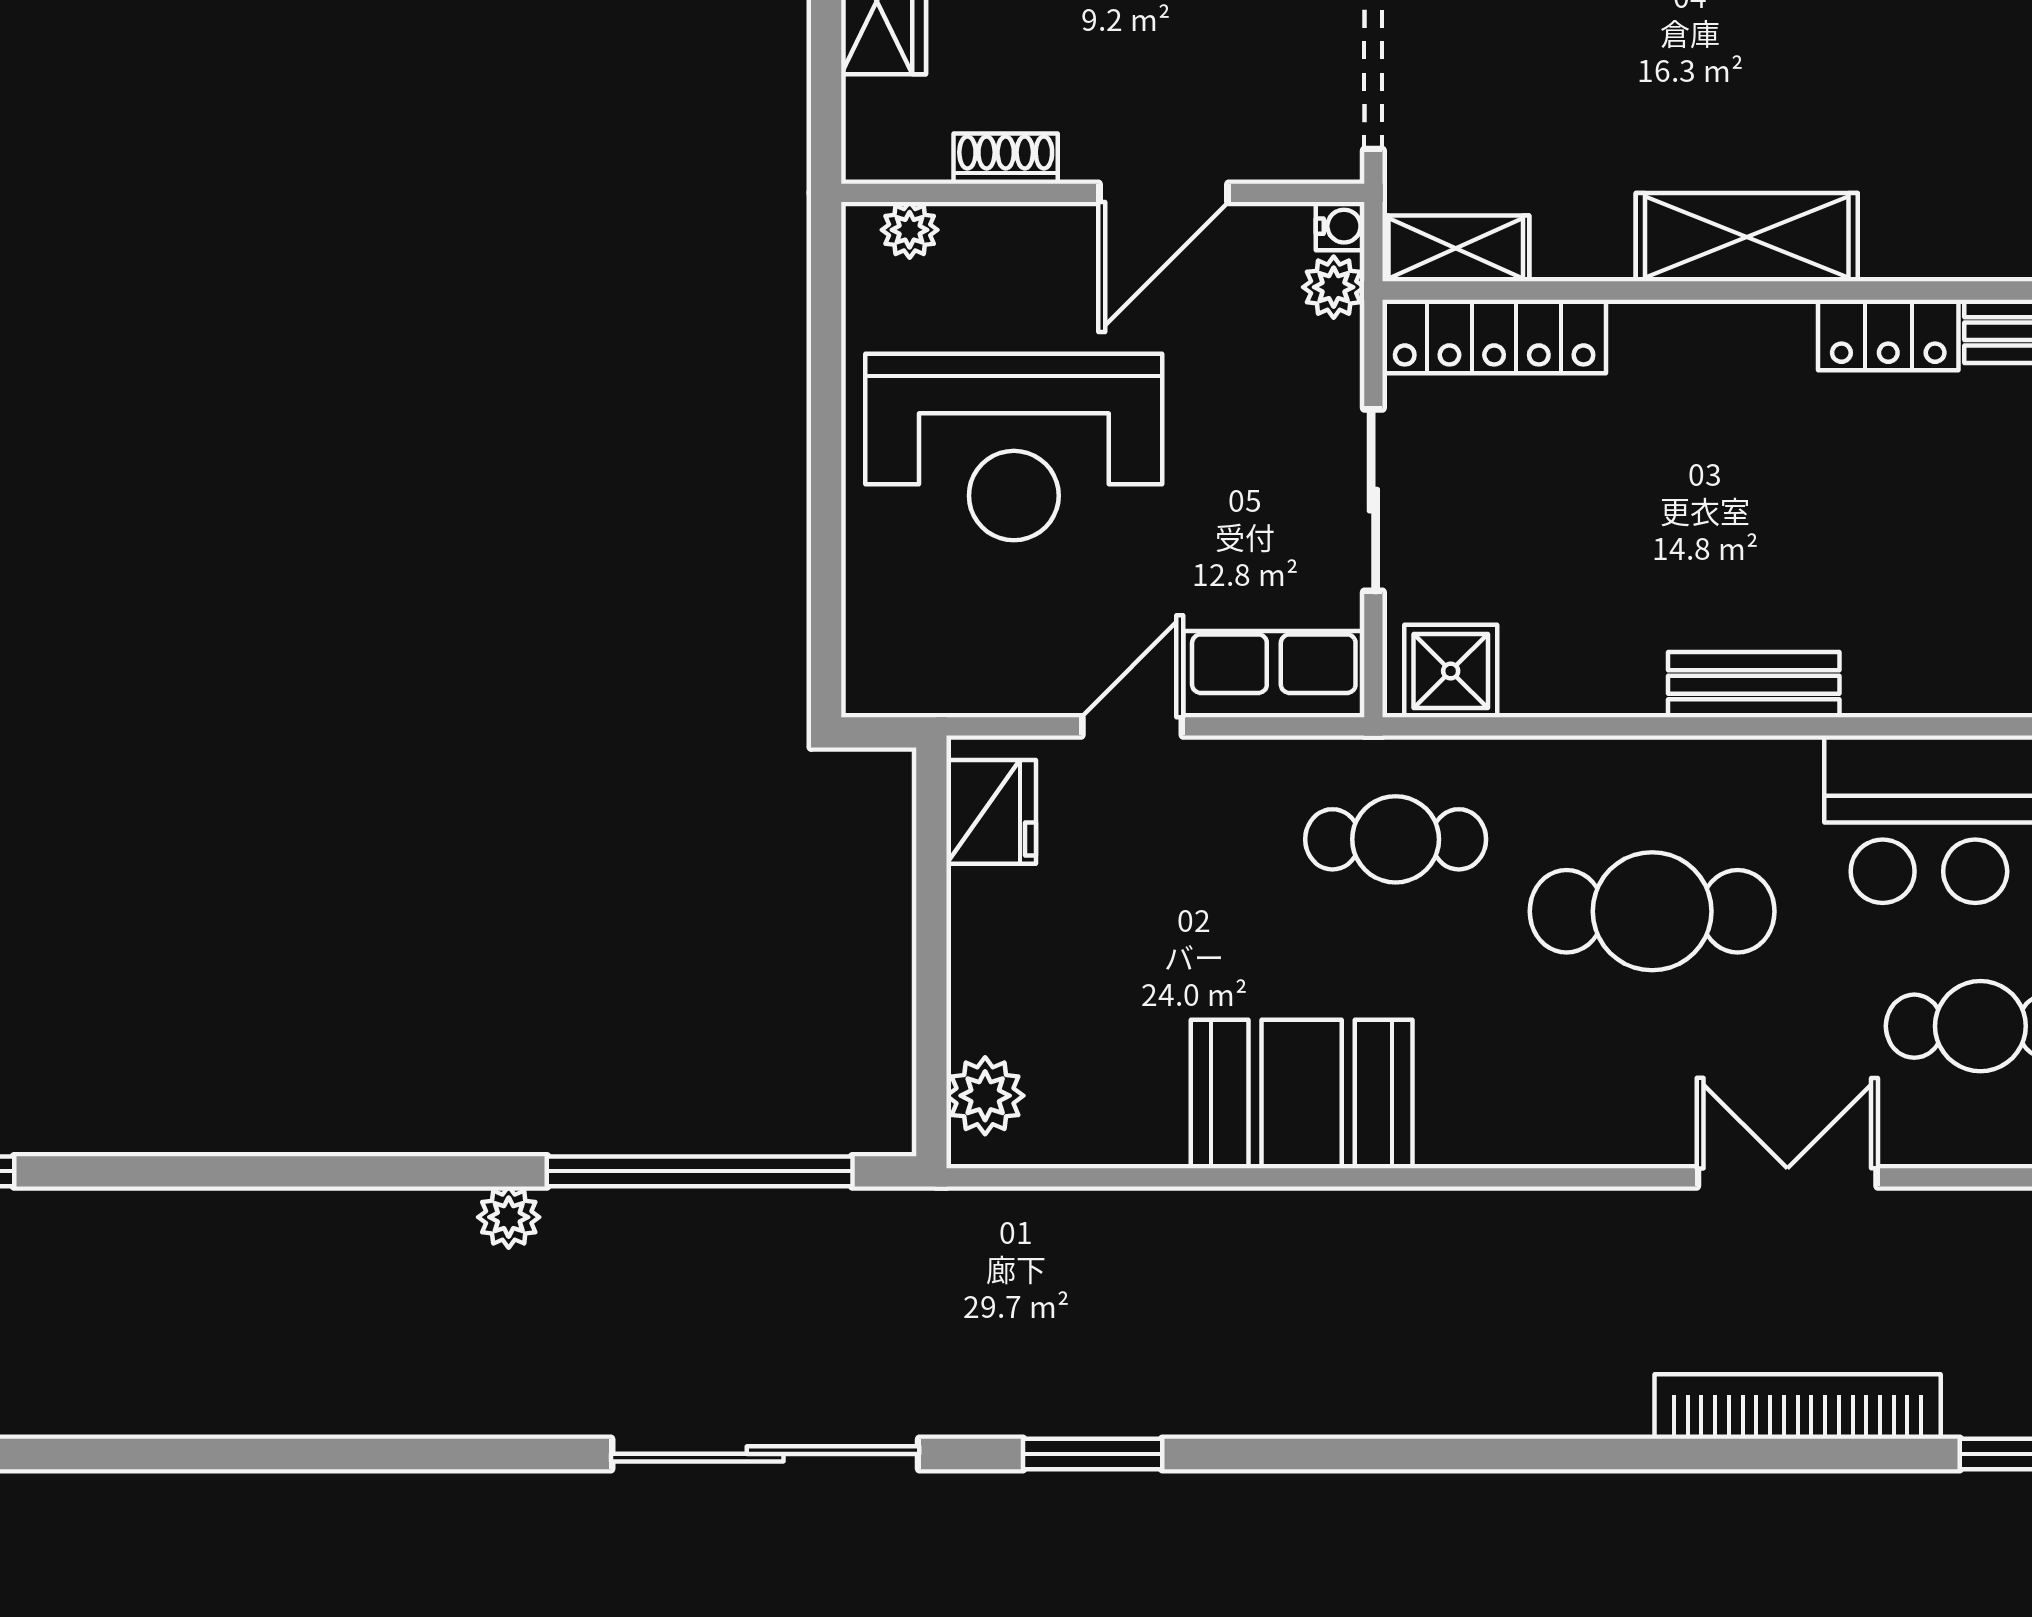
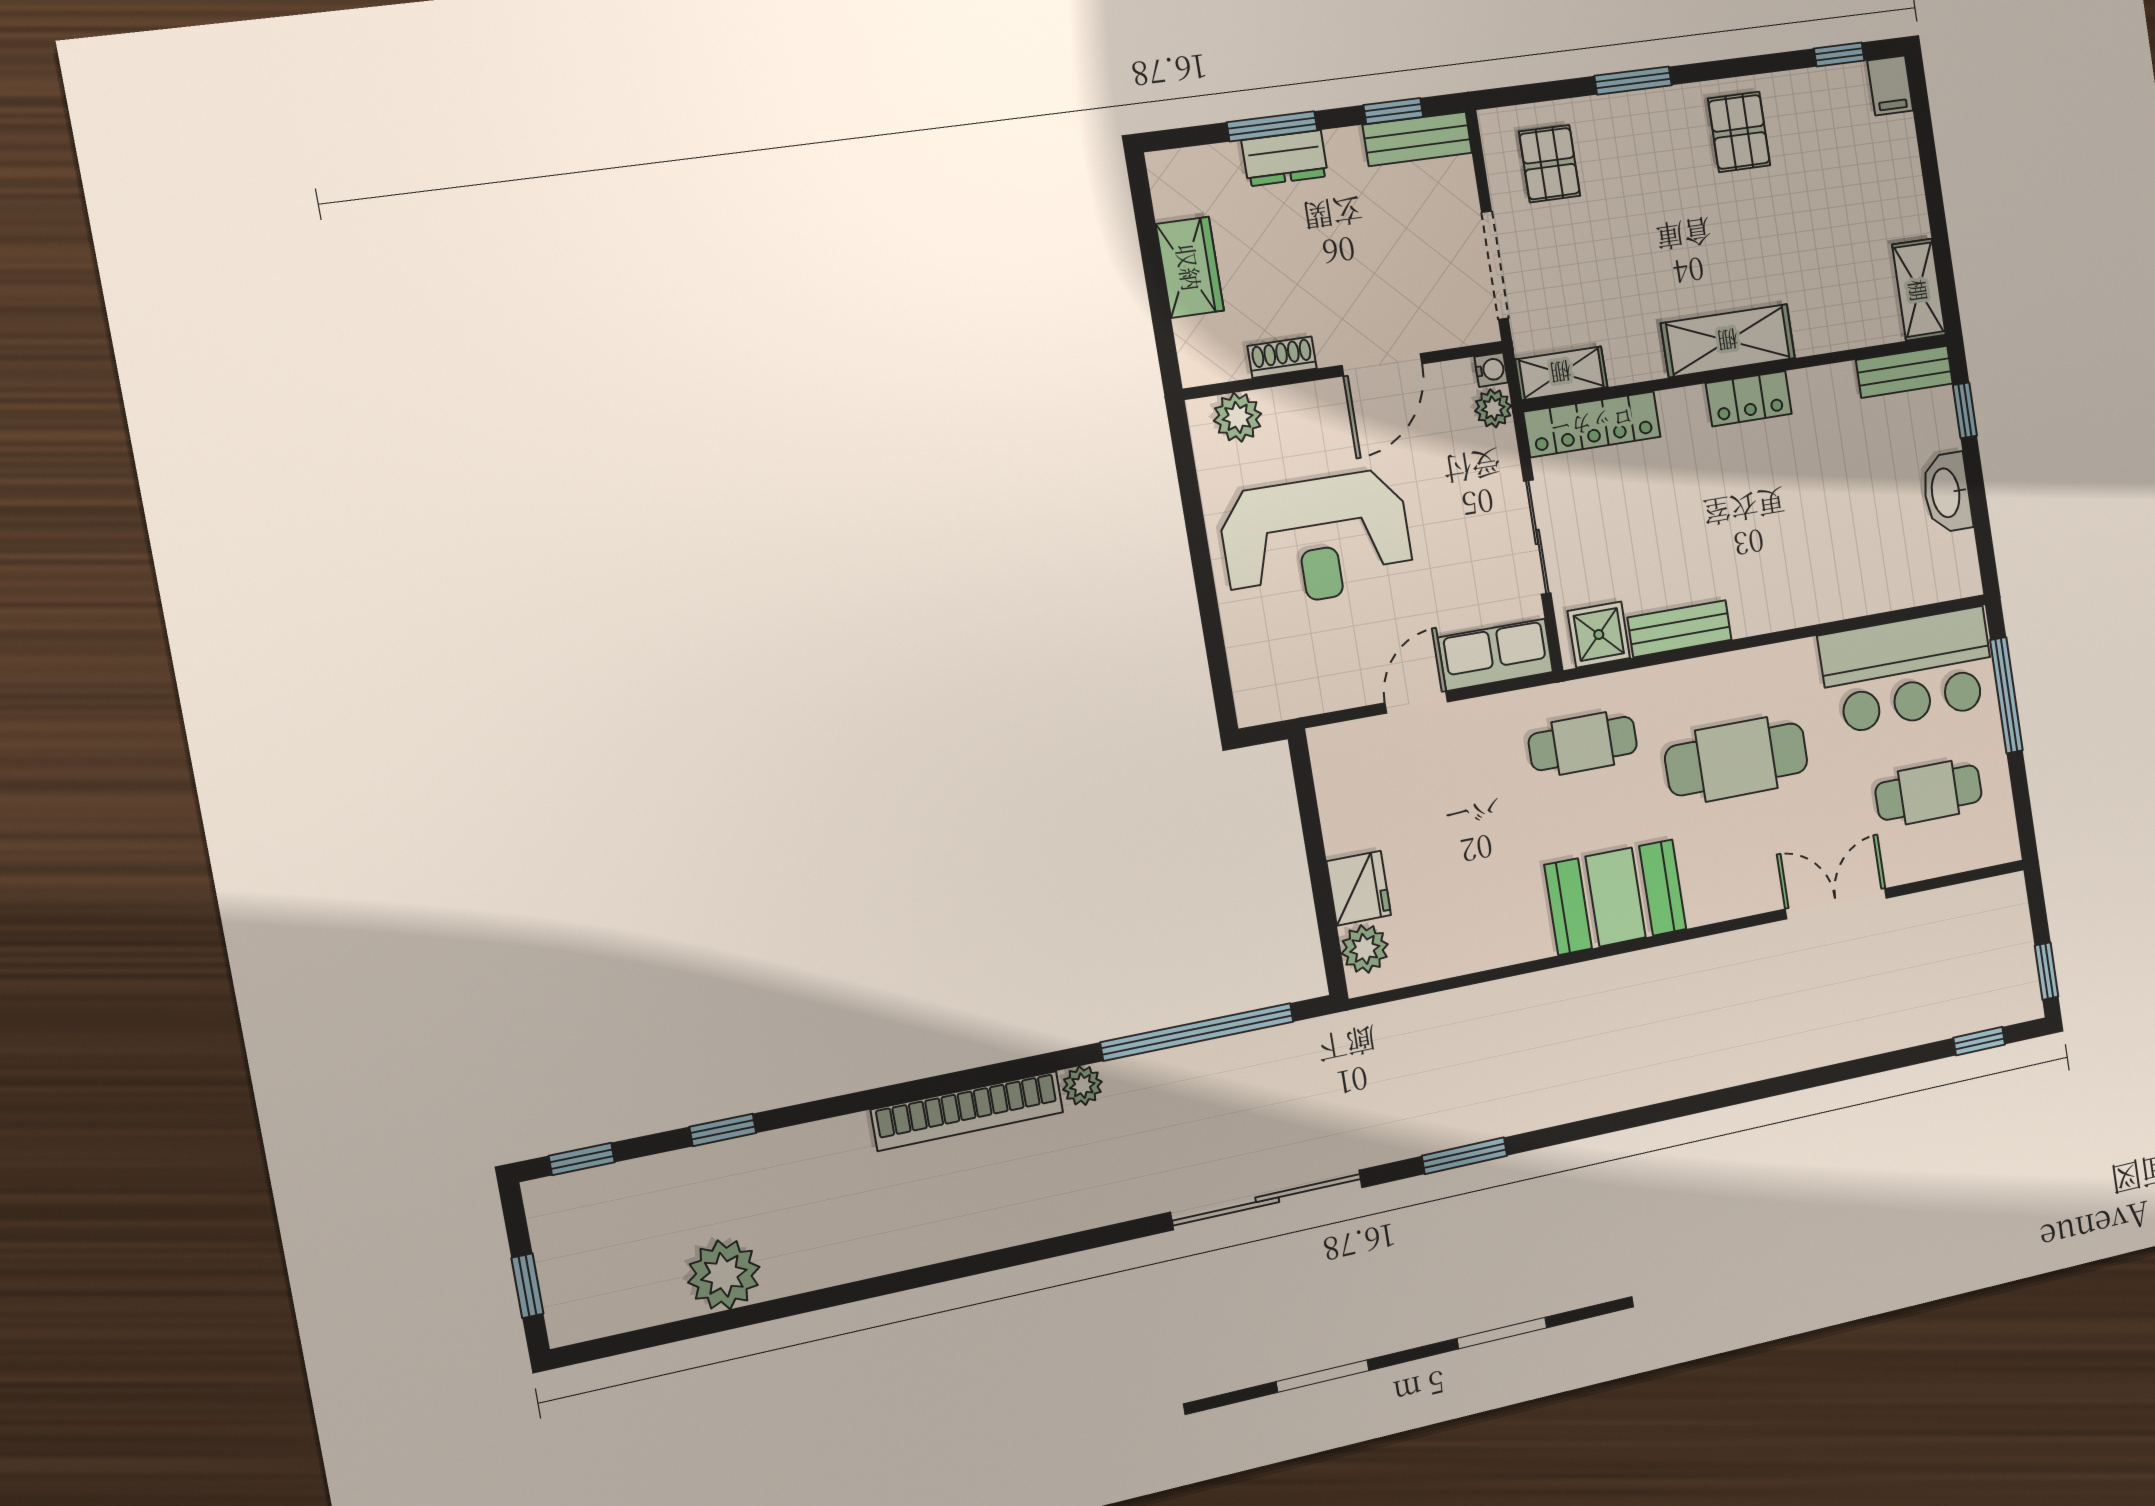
plant: (910, 230) -> (1238, 417), width x1.38, depth x1.38
locker: (1888, 335) -> (1749, 399), moved
bench: (1754, 685) -> (1680, 629), moved
fridge: (991, 812) -> (1359, 888), moved
booth: (1302, 1094) -> (1616, 897), moved
bookcase: (1798, 1406) -> (967, 1111), moved, turned 180

